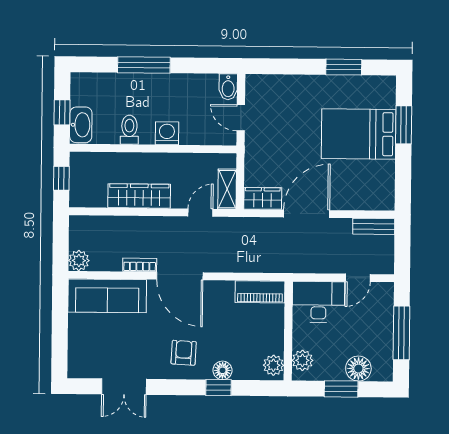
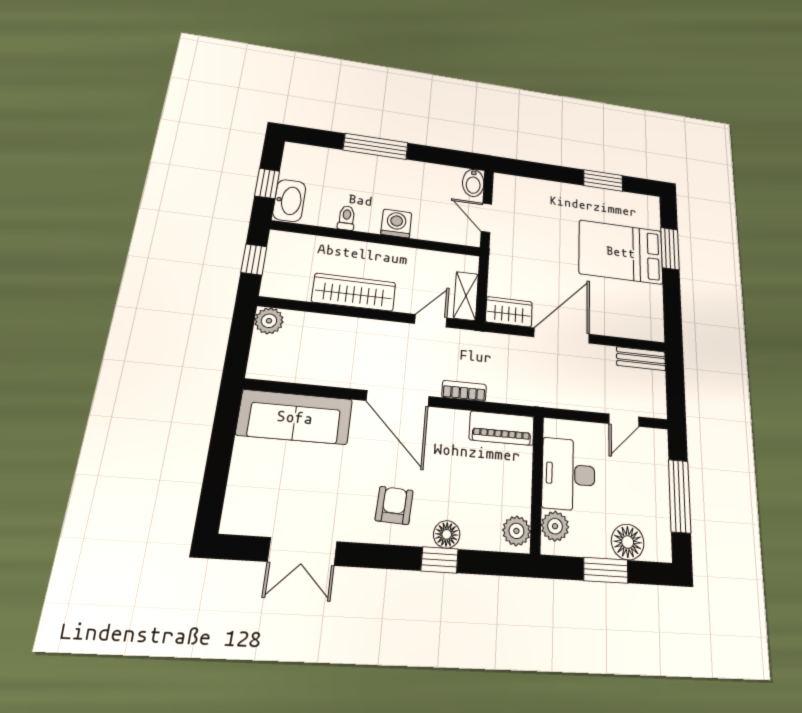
toilet: (129, 130) -> (347, 218), width x0.73, depth x0.72
plant: (79, 261) -> (269, 321), moved
bookcase: (140, 265) -> (464, 391), moved
desk: (318, 302) -> (569, 474), moved, turned -90

